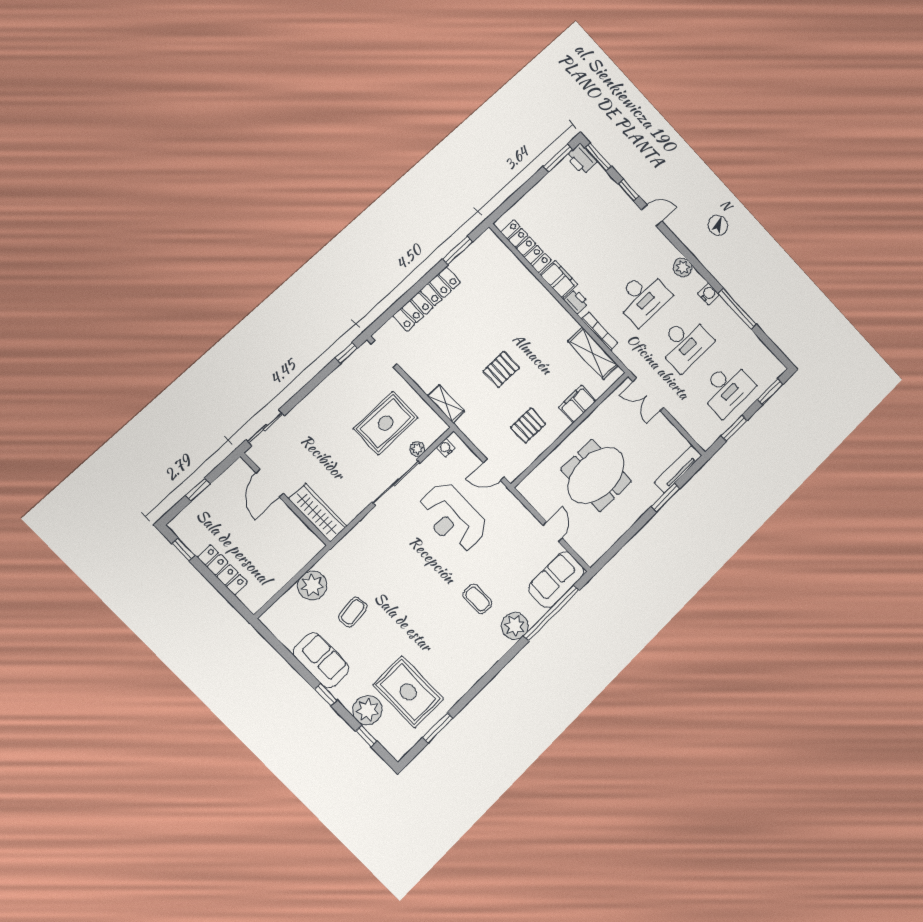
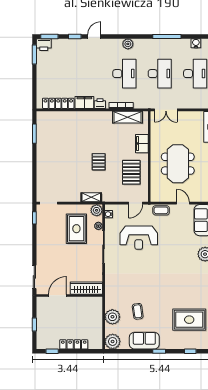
water cooler: (708, 294) -> (196, 43), moved
locker: (427, 299) -> (42, 165), removed
pallet: (528, 425) -> (131, 172), width x1.50, depth x1.42
plant: (435, 427) -> (97, 210), added
door: (270, 483) -> (57, 295), swing flipped
coffee table: (477, 599) -> (161, 210), moved
plant: (367, 710) -> (113, 341), moved

